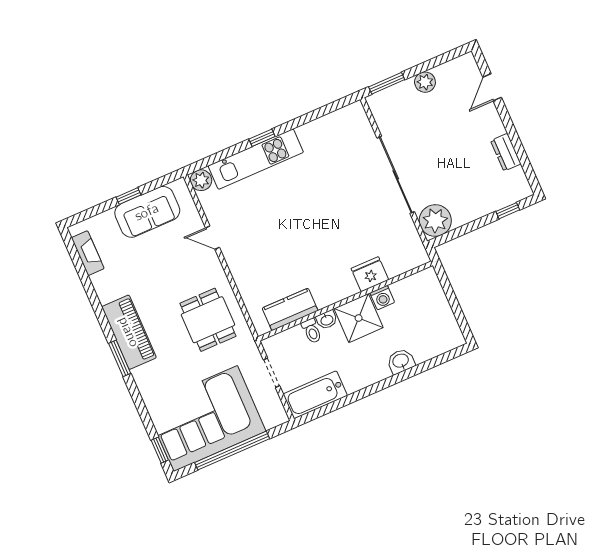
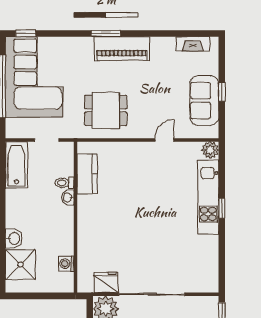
fridge: (370, 274) -> (106, 282), moved, turned -90
washing machine: (382, 298) -> (66, 264), moved
shower: (359, 318) -> (20, 264), moved

